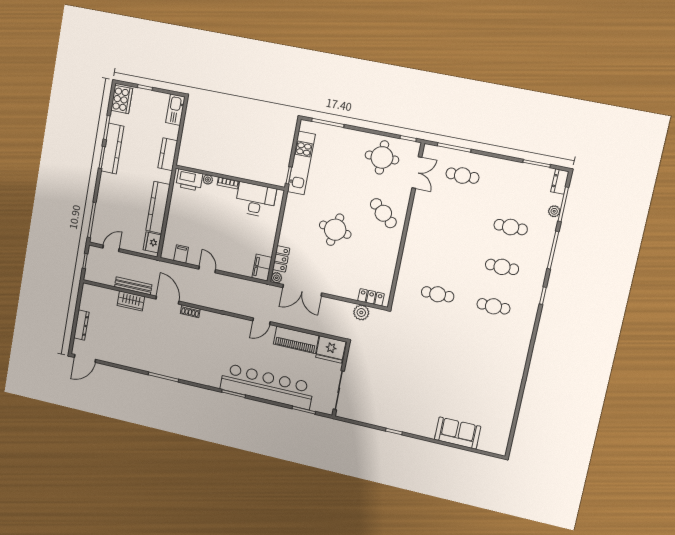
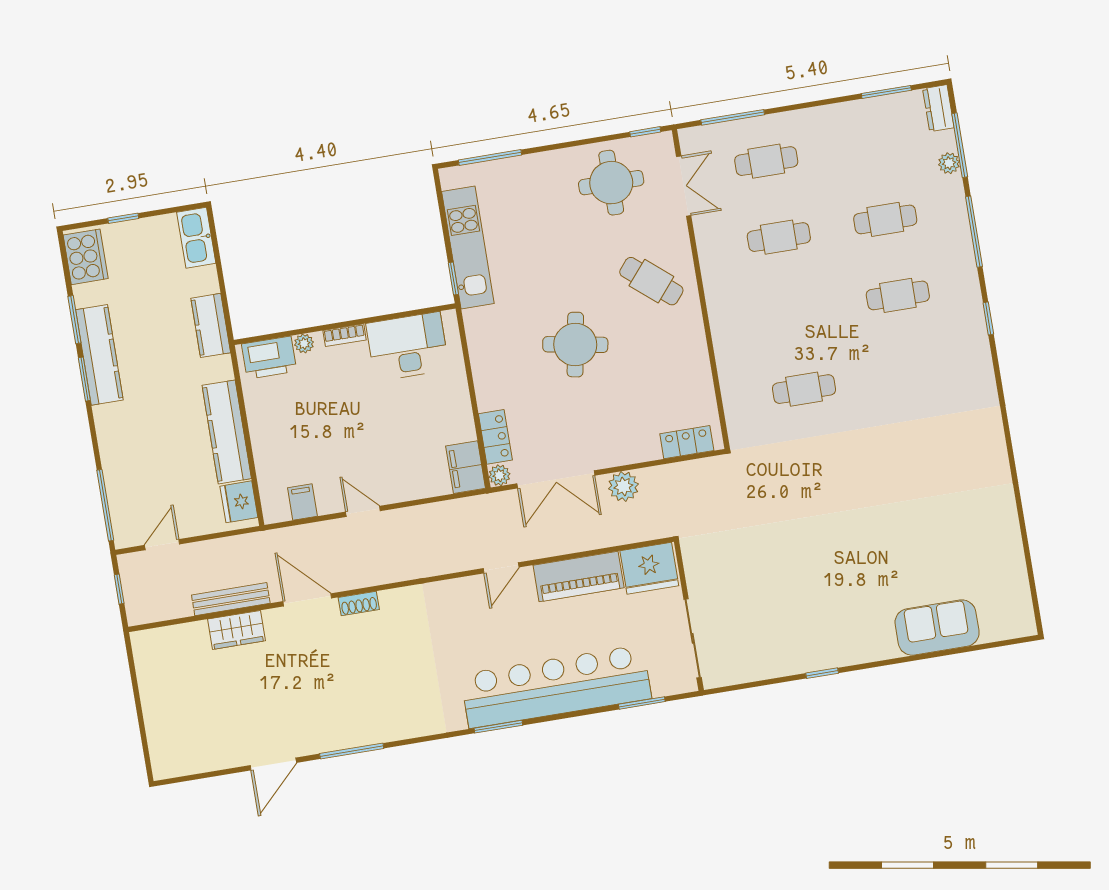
cafe table: (493, 306) -> (779, 237), moved
plant: (361, 312) -> (623, 486), moved
dresser: (81, 325) -> (155, 716), removed
door: (85, 358) -> (273, 764), moved

